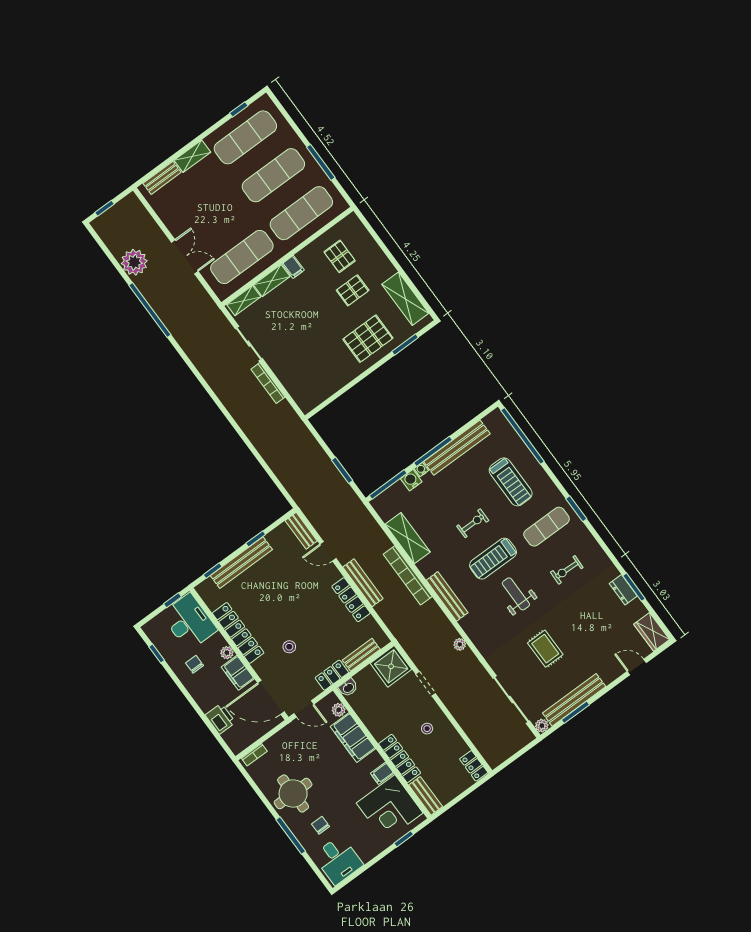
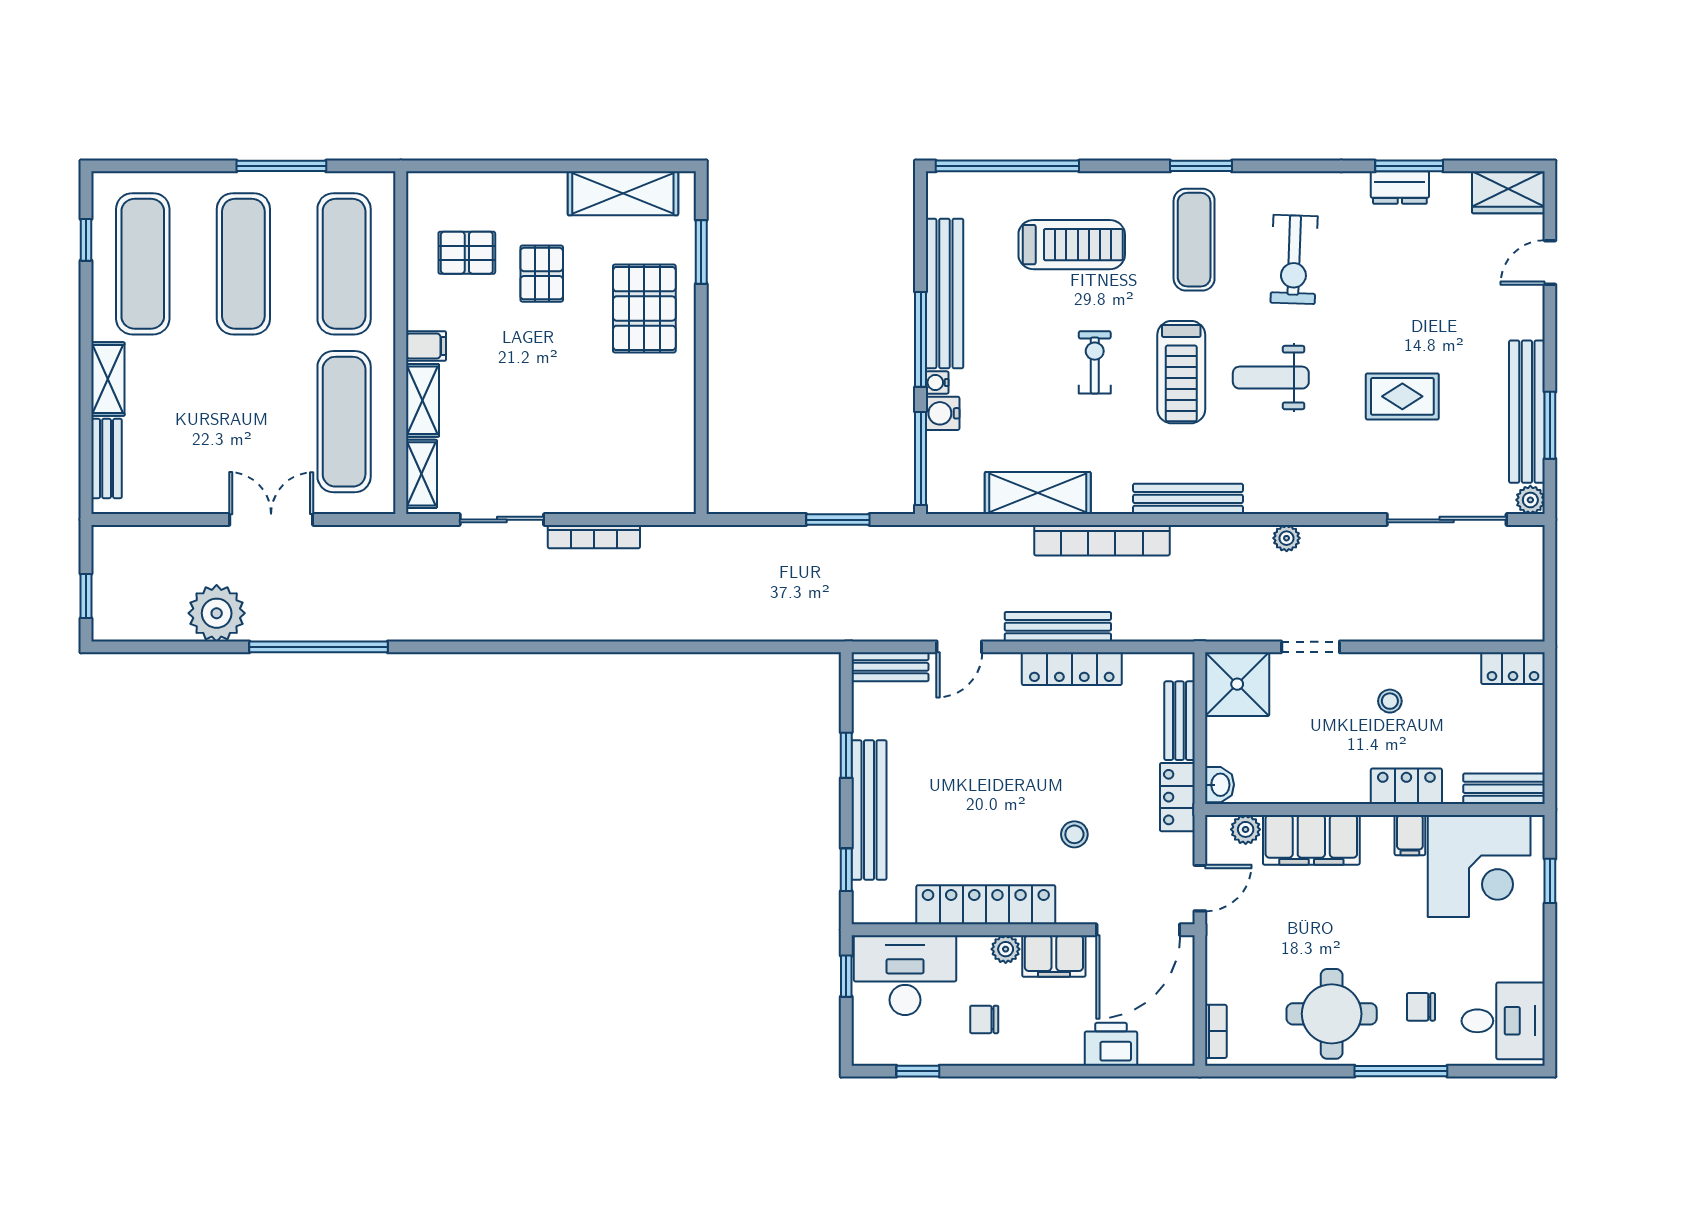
exercise bike: (567, 570) -> (1294, 259), width x1.38, depth x1.39
locker: (400, 758) -> (1406, 786), width x0.66

